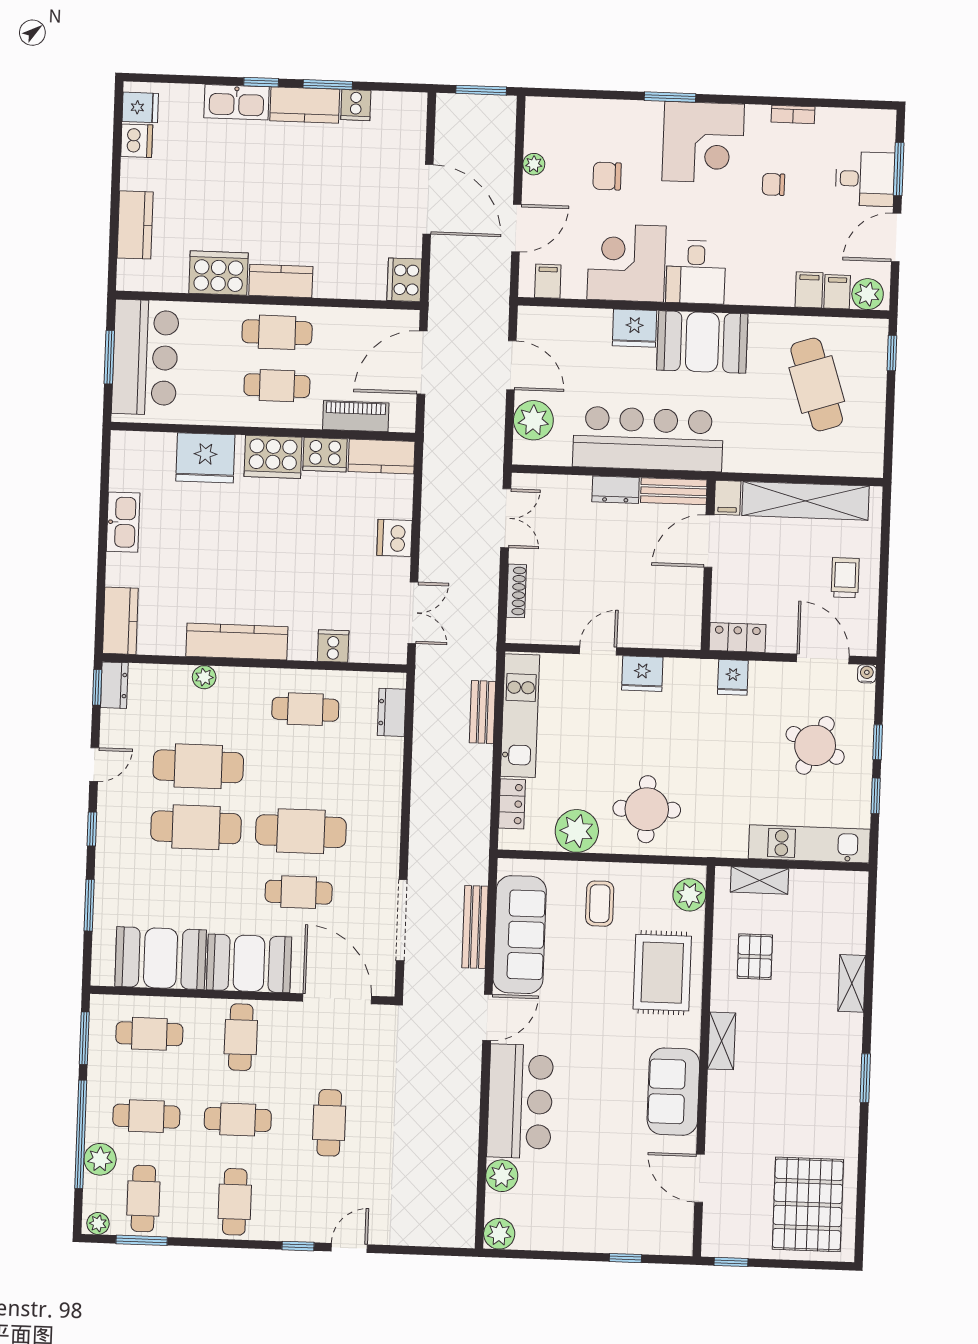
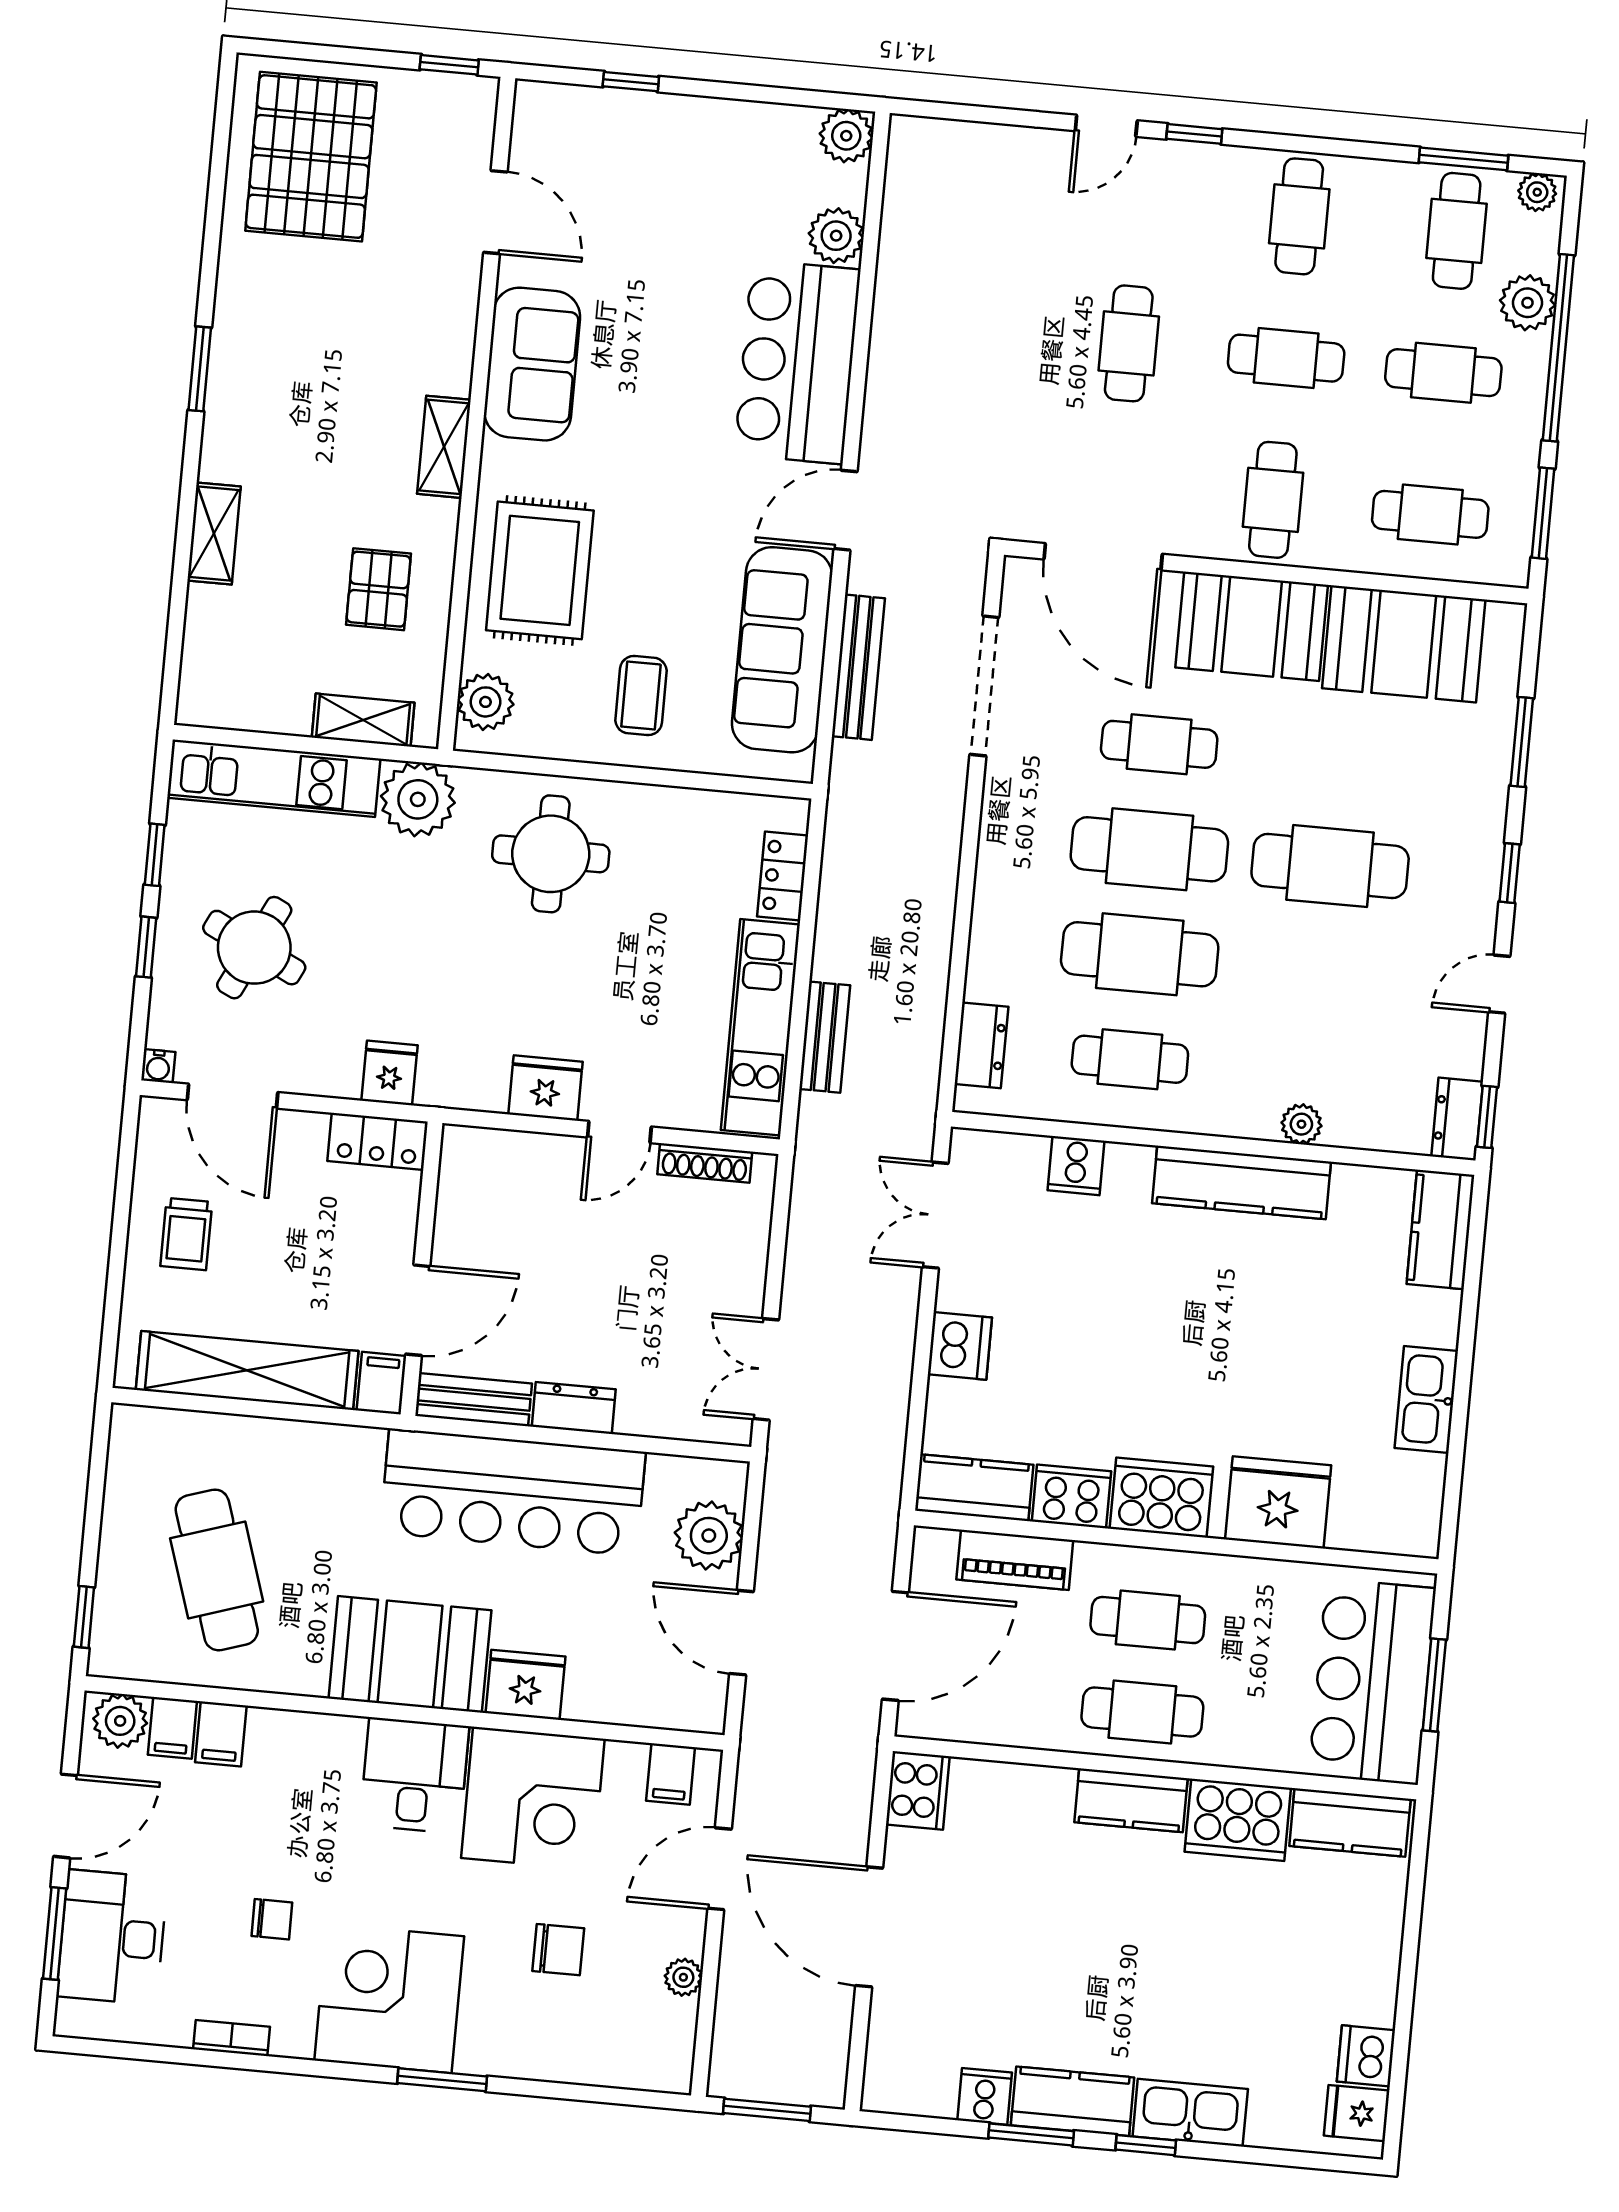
desk: (865, 179) -> (112, 1937), width x1.37
kitchen counter: (135, 225) -> (1350, 1823), moved, turned -90
shoe rack: (516, 591) -> (705, 1163), moved, turned -90
cafe table: (198, 766) -> (1140, 954), moved
plant: (577, 831) -> (418, 799), moved

